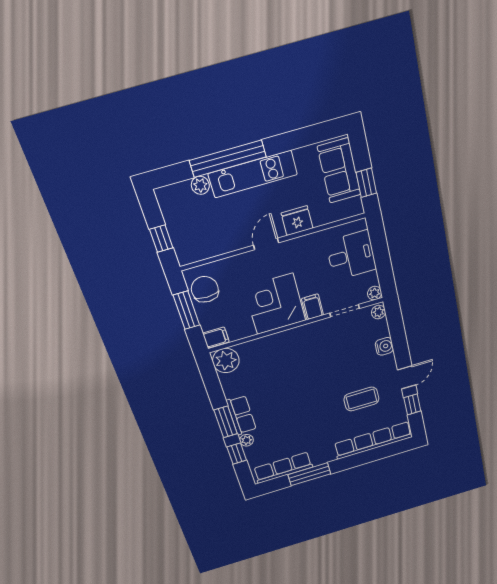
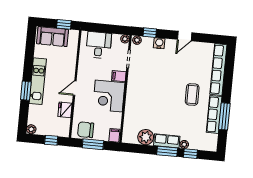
window: (228, 159) -> (26, 91), width x0.47
plant: (200, 185) -> (31, 129), moved
fridge: (297, 221) -> (65, 110), moved
door: (266, 244) -> (75, 88), hinge flipped
plant: (226, 361) -> (146, 137), moved
door: (407, 377) -> (185, 36), swing flipped
coffee table: (361, 399) -> (192, 94), moved
window: (412, 404) -> (150, 33), moved
row of seats: (283, 468) -> (214, 114), moved

